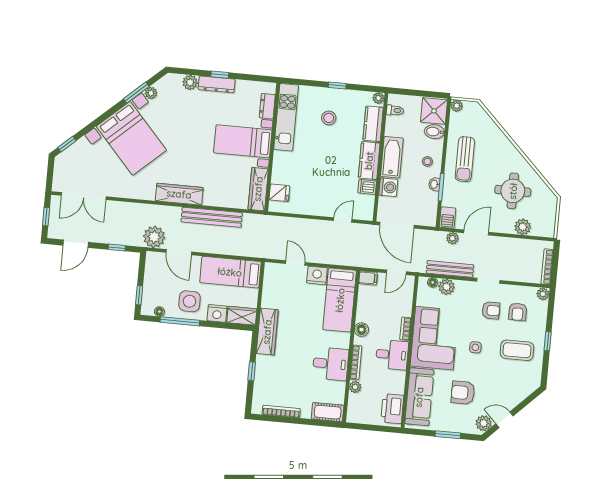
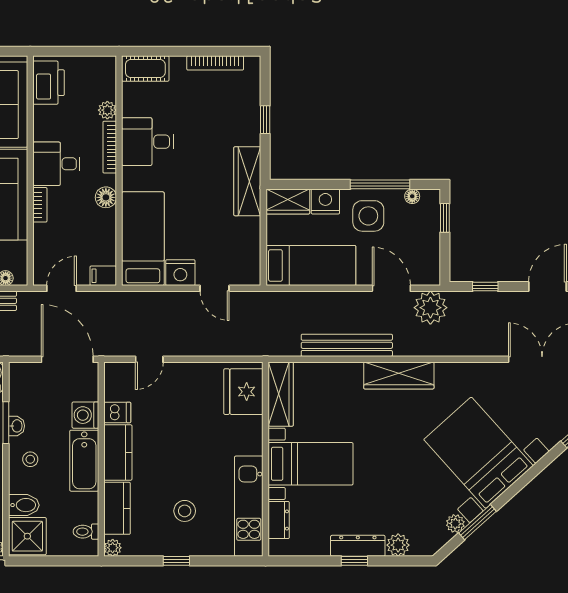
fridge: (279, 193) -> (243, 392), width x1.88, depth x1.34

